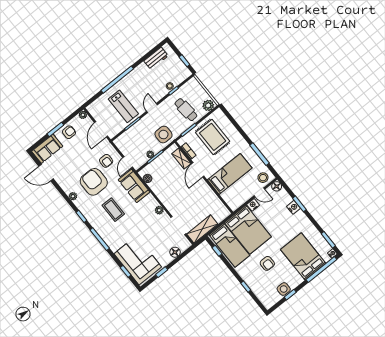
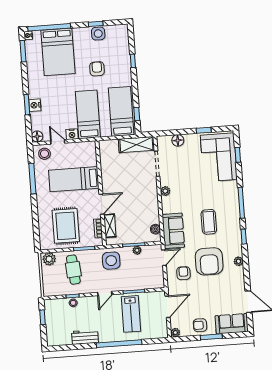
workbench: (156, 58) -> (85, 337), moved
lab bench: (123, 106) -> (131, 314), turned 180
bed: (248, 230) -> (88, 114), width x0.67

